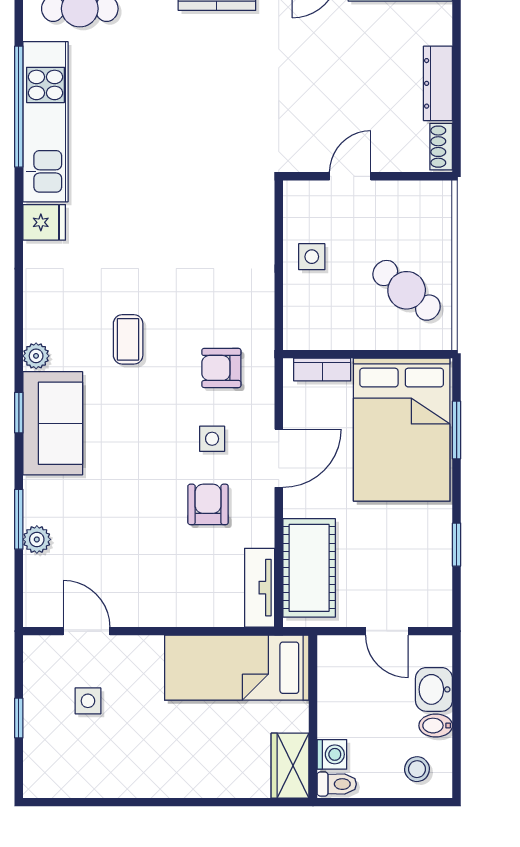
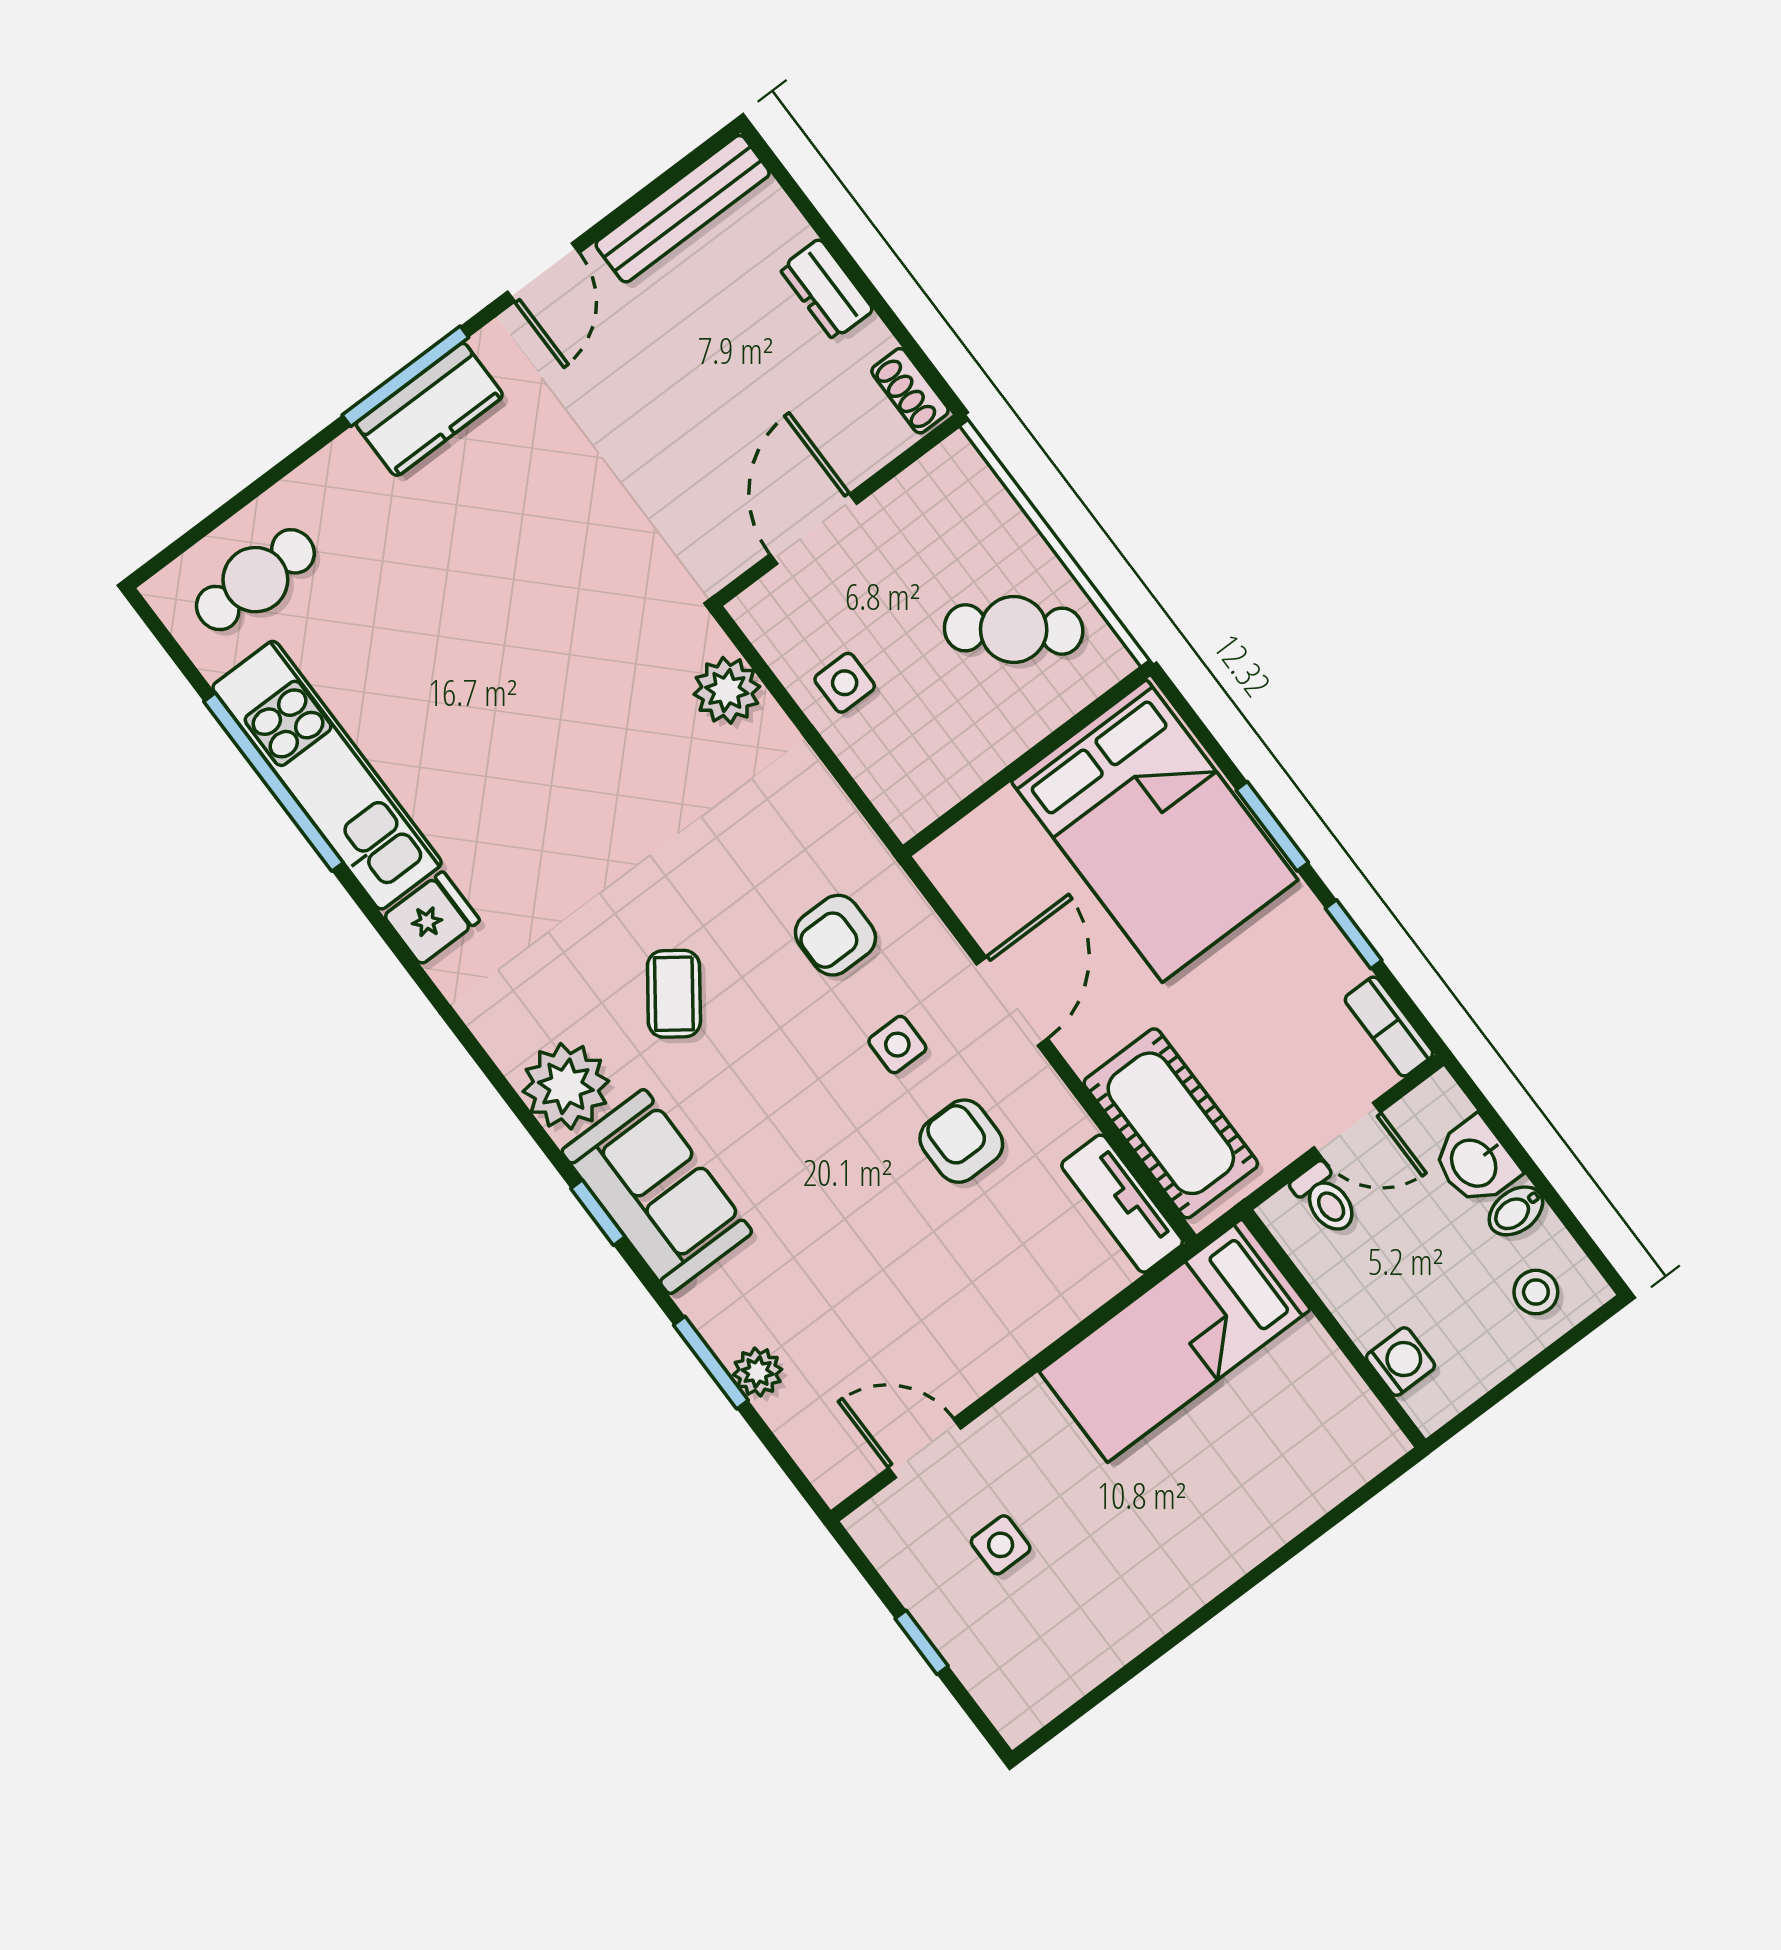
dresser: (438, 83) -> (826, 289), width x0.70
door: (350, 176) -> (813, 529), width x1.38
plant: (256, 220) -> (727, 690), added
coffee table: (128, 339) -> (674, 994), turned 36
plant: (36, 356) -> (566, 1086), width x1.88, depth x1.88
bookcase: (322, 370) -> (1389, 1027), moved, turned 90
window: (457, 430) -> (1272, 826), moved
wardrobe: (290, 766) -> (1353, 1422), removed
toilet: (337, 784) -> (1325, 1199), moved, turned 90

